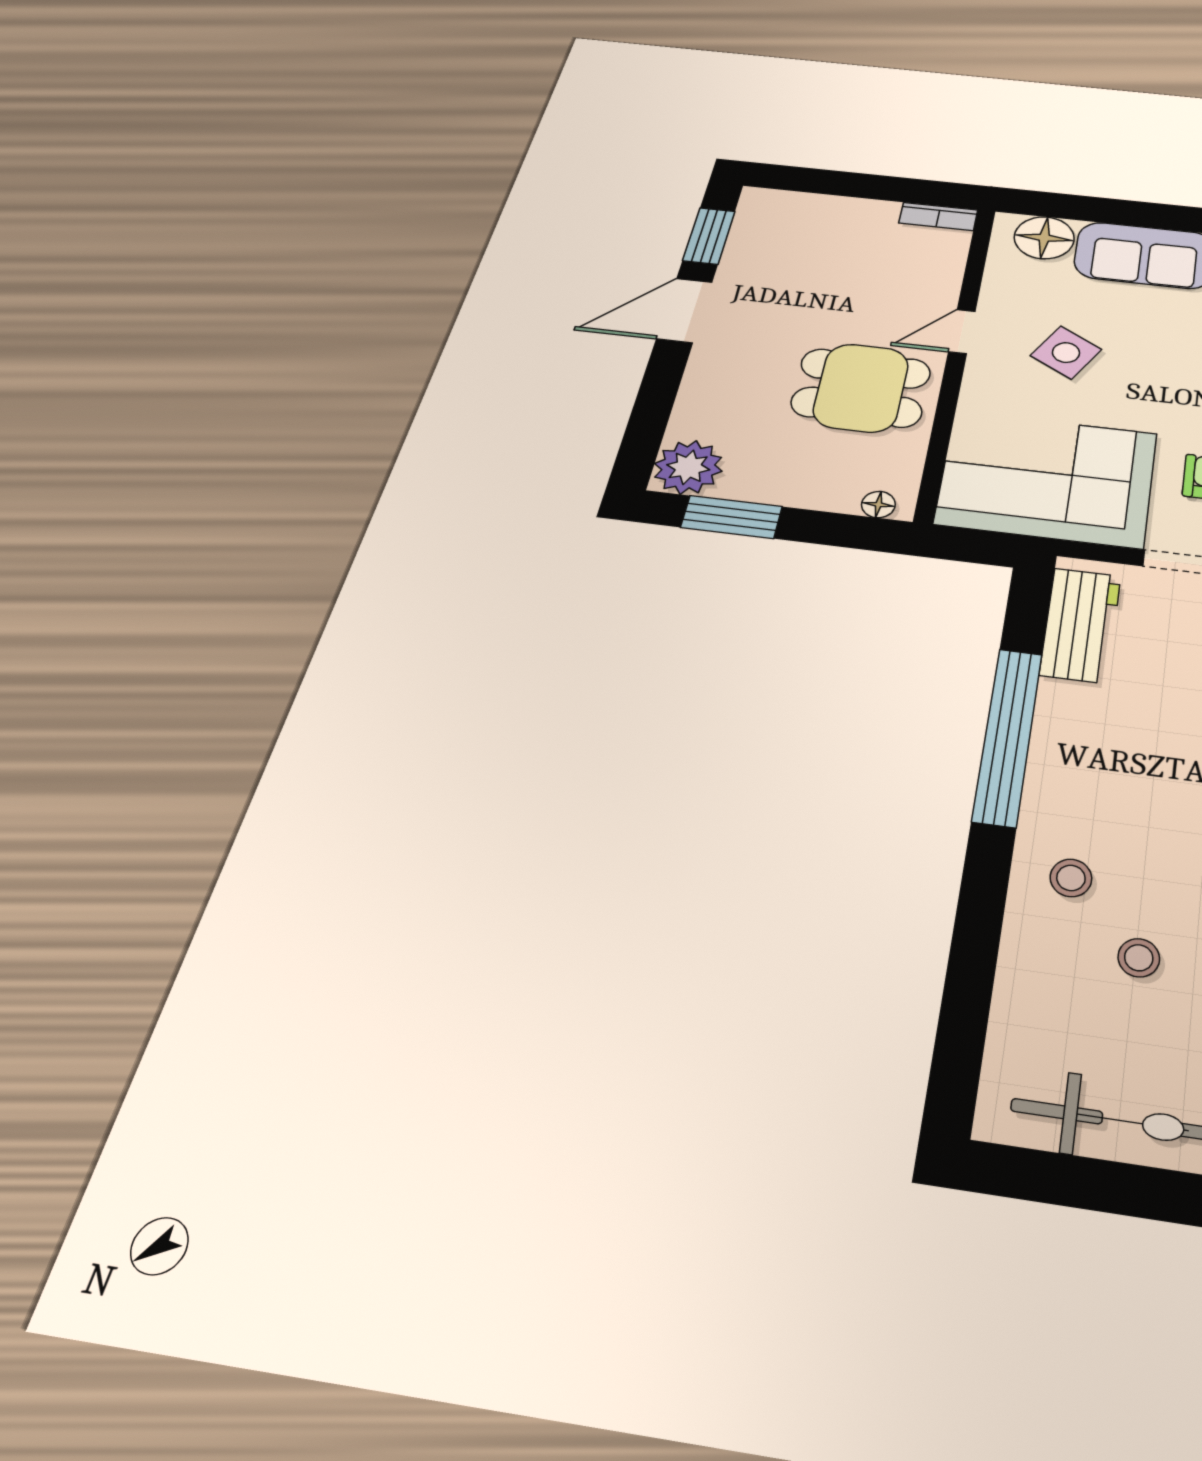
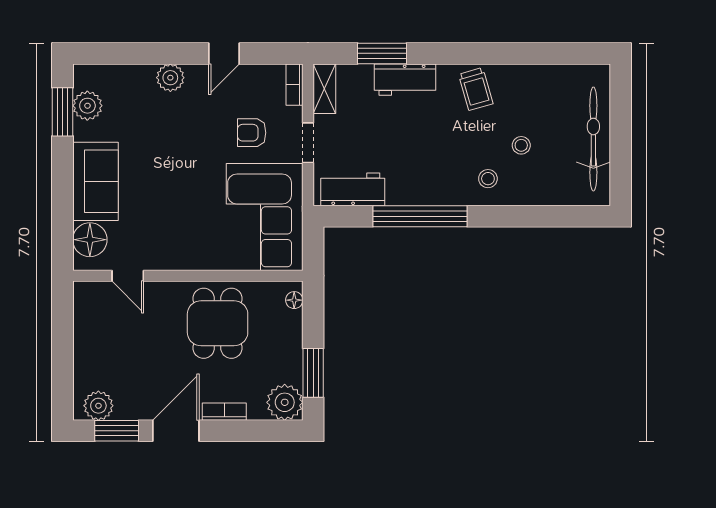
bookcase: (938, 216) -> (224, 412), moved, turned -90
plant: (758, 218) -> (98, 406), added
door: (684, 310) -> (176, 431), swing flipped
door: (962, 332) -> (128, 276), moved
side table: (1066, 353) -> (176, 217), removed

